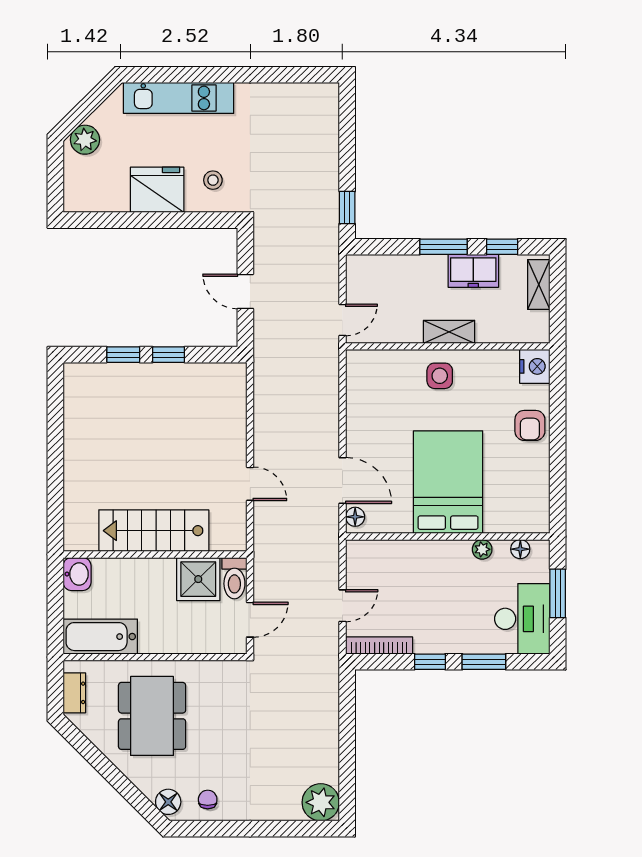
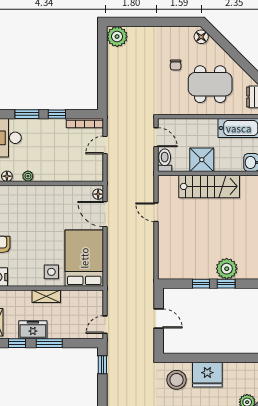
stool: (213, 180) -> (177, 380), width x1.89, depth x1.89
door: (342, 320) -> (105, 325), moved
plant: (122, 382) -> (227, 269), added
bed: (448, 482) -> (84, 258), moved, turned 180
shower: (198, 579) -> (202, 160), moved
door: (250, 620) -> (156, 137), swing flipped
dining table: (152, 716) -> (210, 84), turned 90
chair: (208, 799) -> (176, 65), moved

